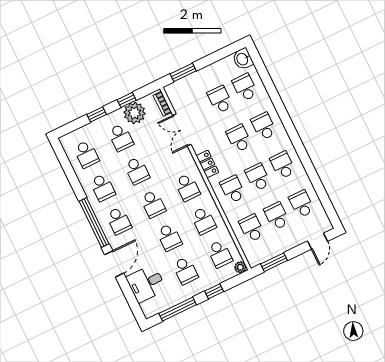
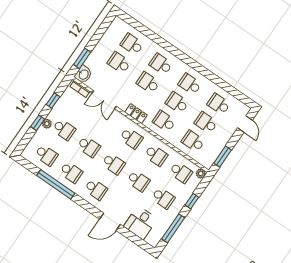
washbasin: (243, 59) -> (83, 74), moved, turned -90
plant: (135, 113) -> (47, 124), moved, width x0.53, depth x0.53
window: (94, 222) -> (56, 184), moved
door: (114, 264) -> (110, 222), swing flipped

